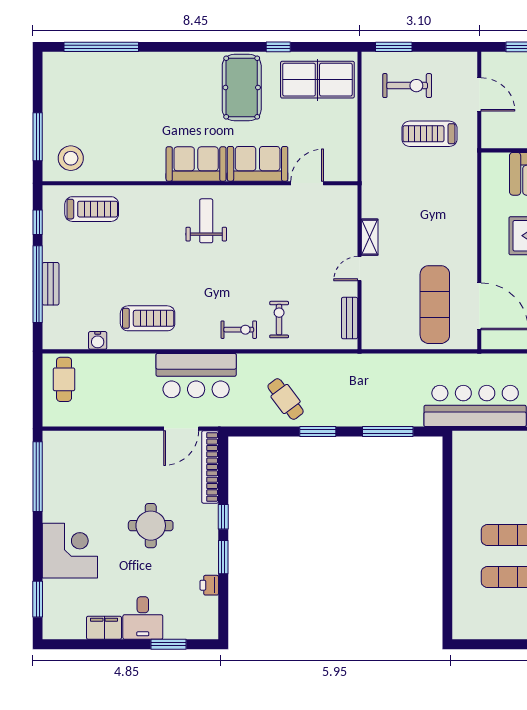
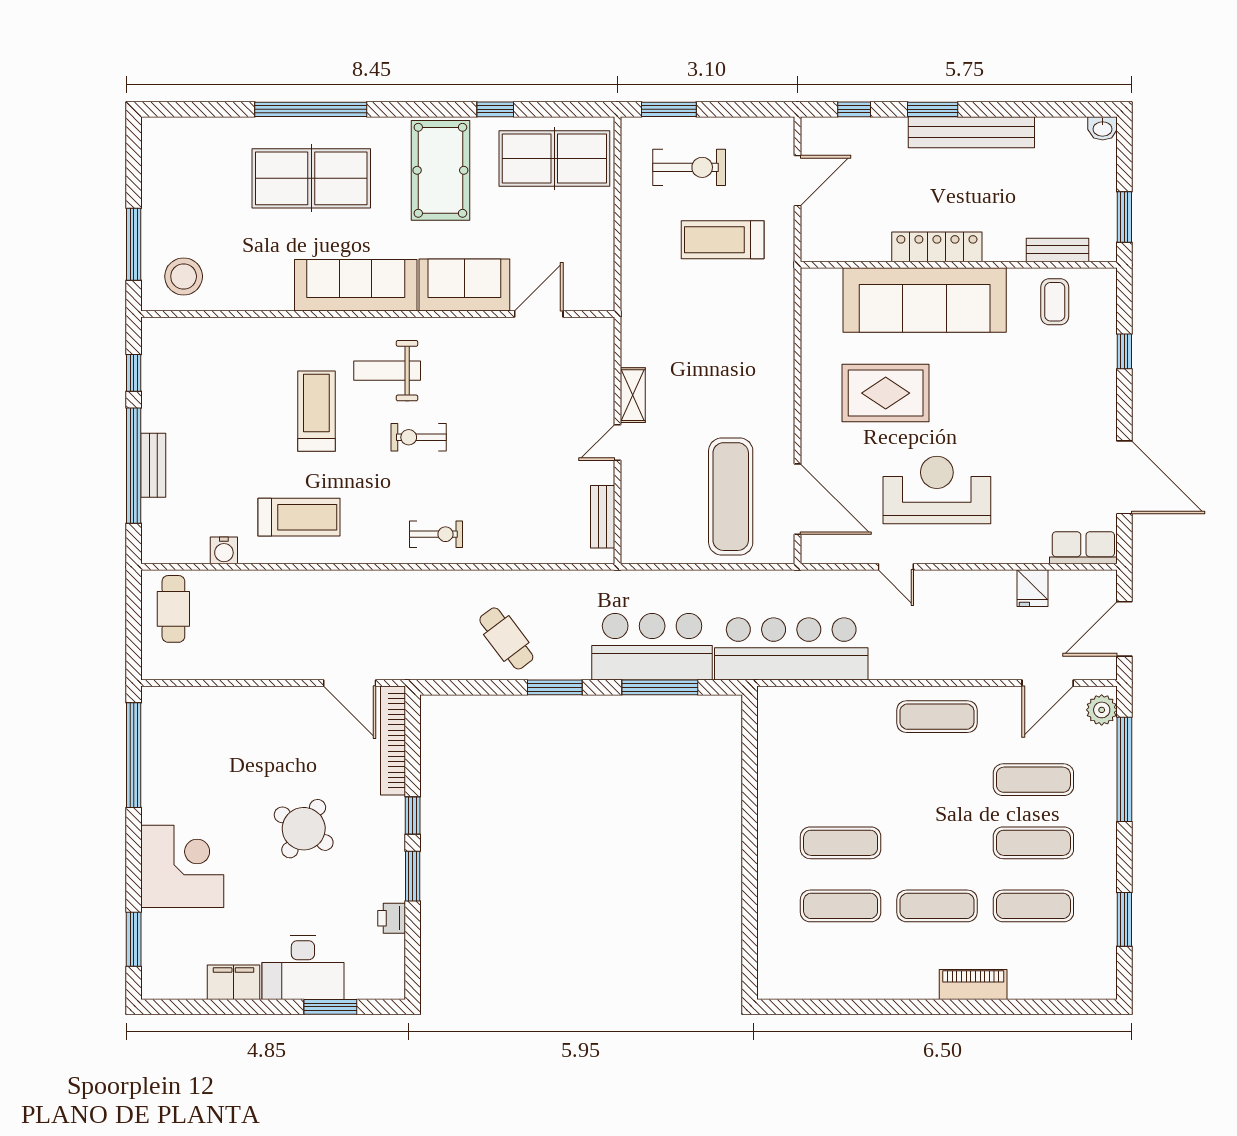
window: (101, 47) -> (311, 109), moved
table tennis table: (156, 93) -> (311, 178), added
door: (479, 94) -> (798, 181), hinge flipped
sofa: (196, 164) -> (356, 285), width x1.36
treadmill: (92, 209) -> (316, 411), moved, turned -90
weight bench: (206, 221) -> (387, 371), turned -90
exercise bike: (279, 320) -> (419, 437), moved, turned -90
bar counter: (196, 376) -> (652, 647), moved, turned 180
door: (181, 429) -> (350, 683), hinge flipped
round table: (151, 526) -> (304, 829), turned 33
desk: (143, 618) -> (303, 968), width x1.37

